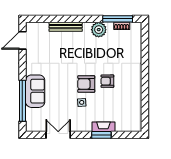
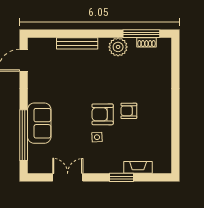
fireplace: (103, 127) -> (138, 167), moved

